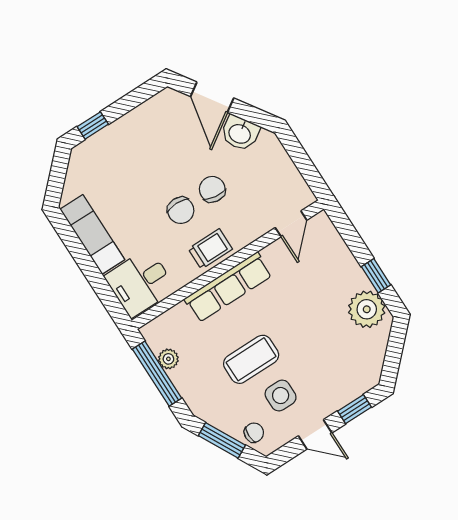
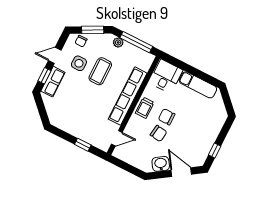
window: (93, 125) -> (215, 151), moved
door: (291, 224) -> (117, 138), swing flipped
window: (376, 276) -> (83, 145), moved
row of seats: (228, 287) -> (128, 96), width x1.36
plant: (367, 309) -> (64, 121), removed
plant: (168, 359) -> (118, 42), moved
row of seats: (346, 390) -> (53, 82), added

